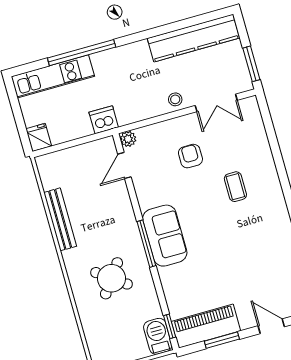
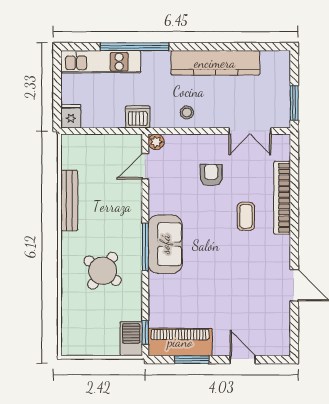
kitchen counter: (193, 38) -> (215, 63), moved
stool: (175, 99) -> (187, 112), moved
bookcase: (265, 159) -> (282, 198), added

